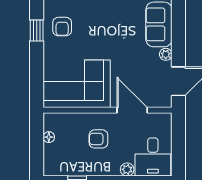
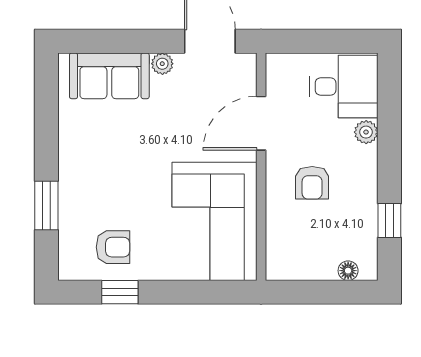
floor lamp: (49, 137) -> (348, 271), moved

